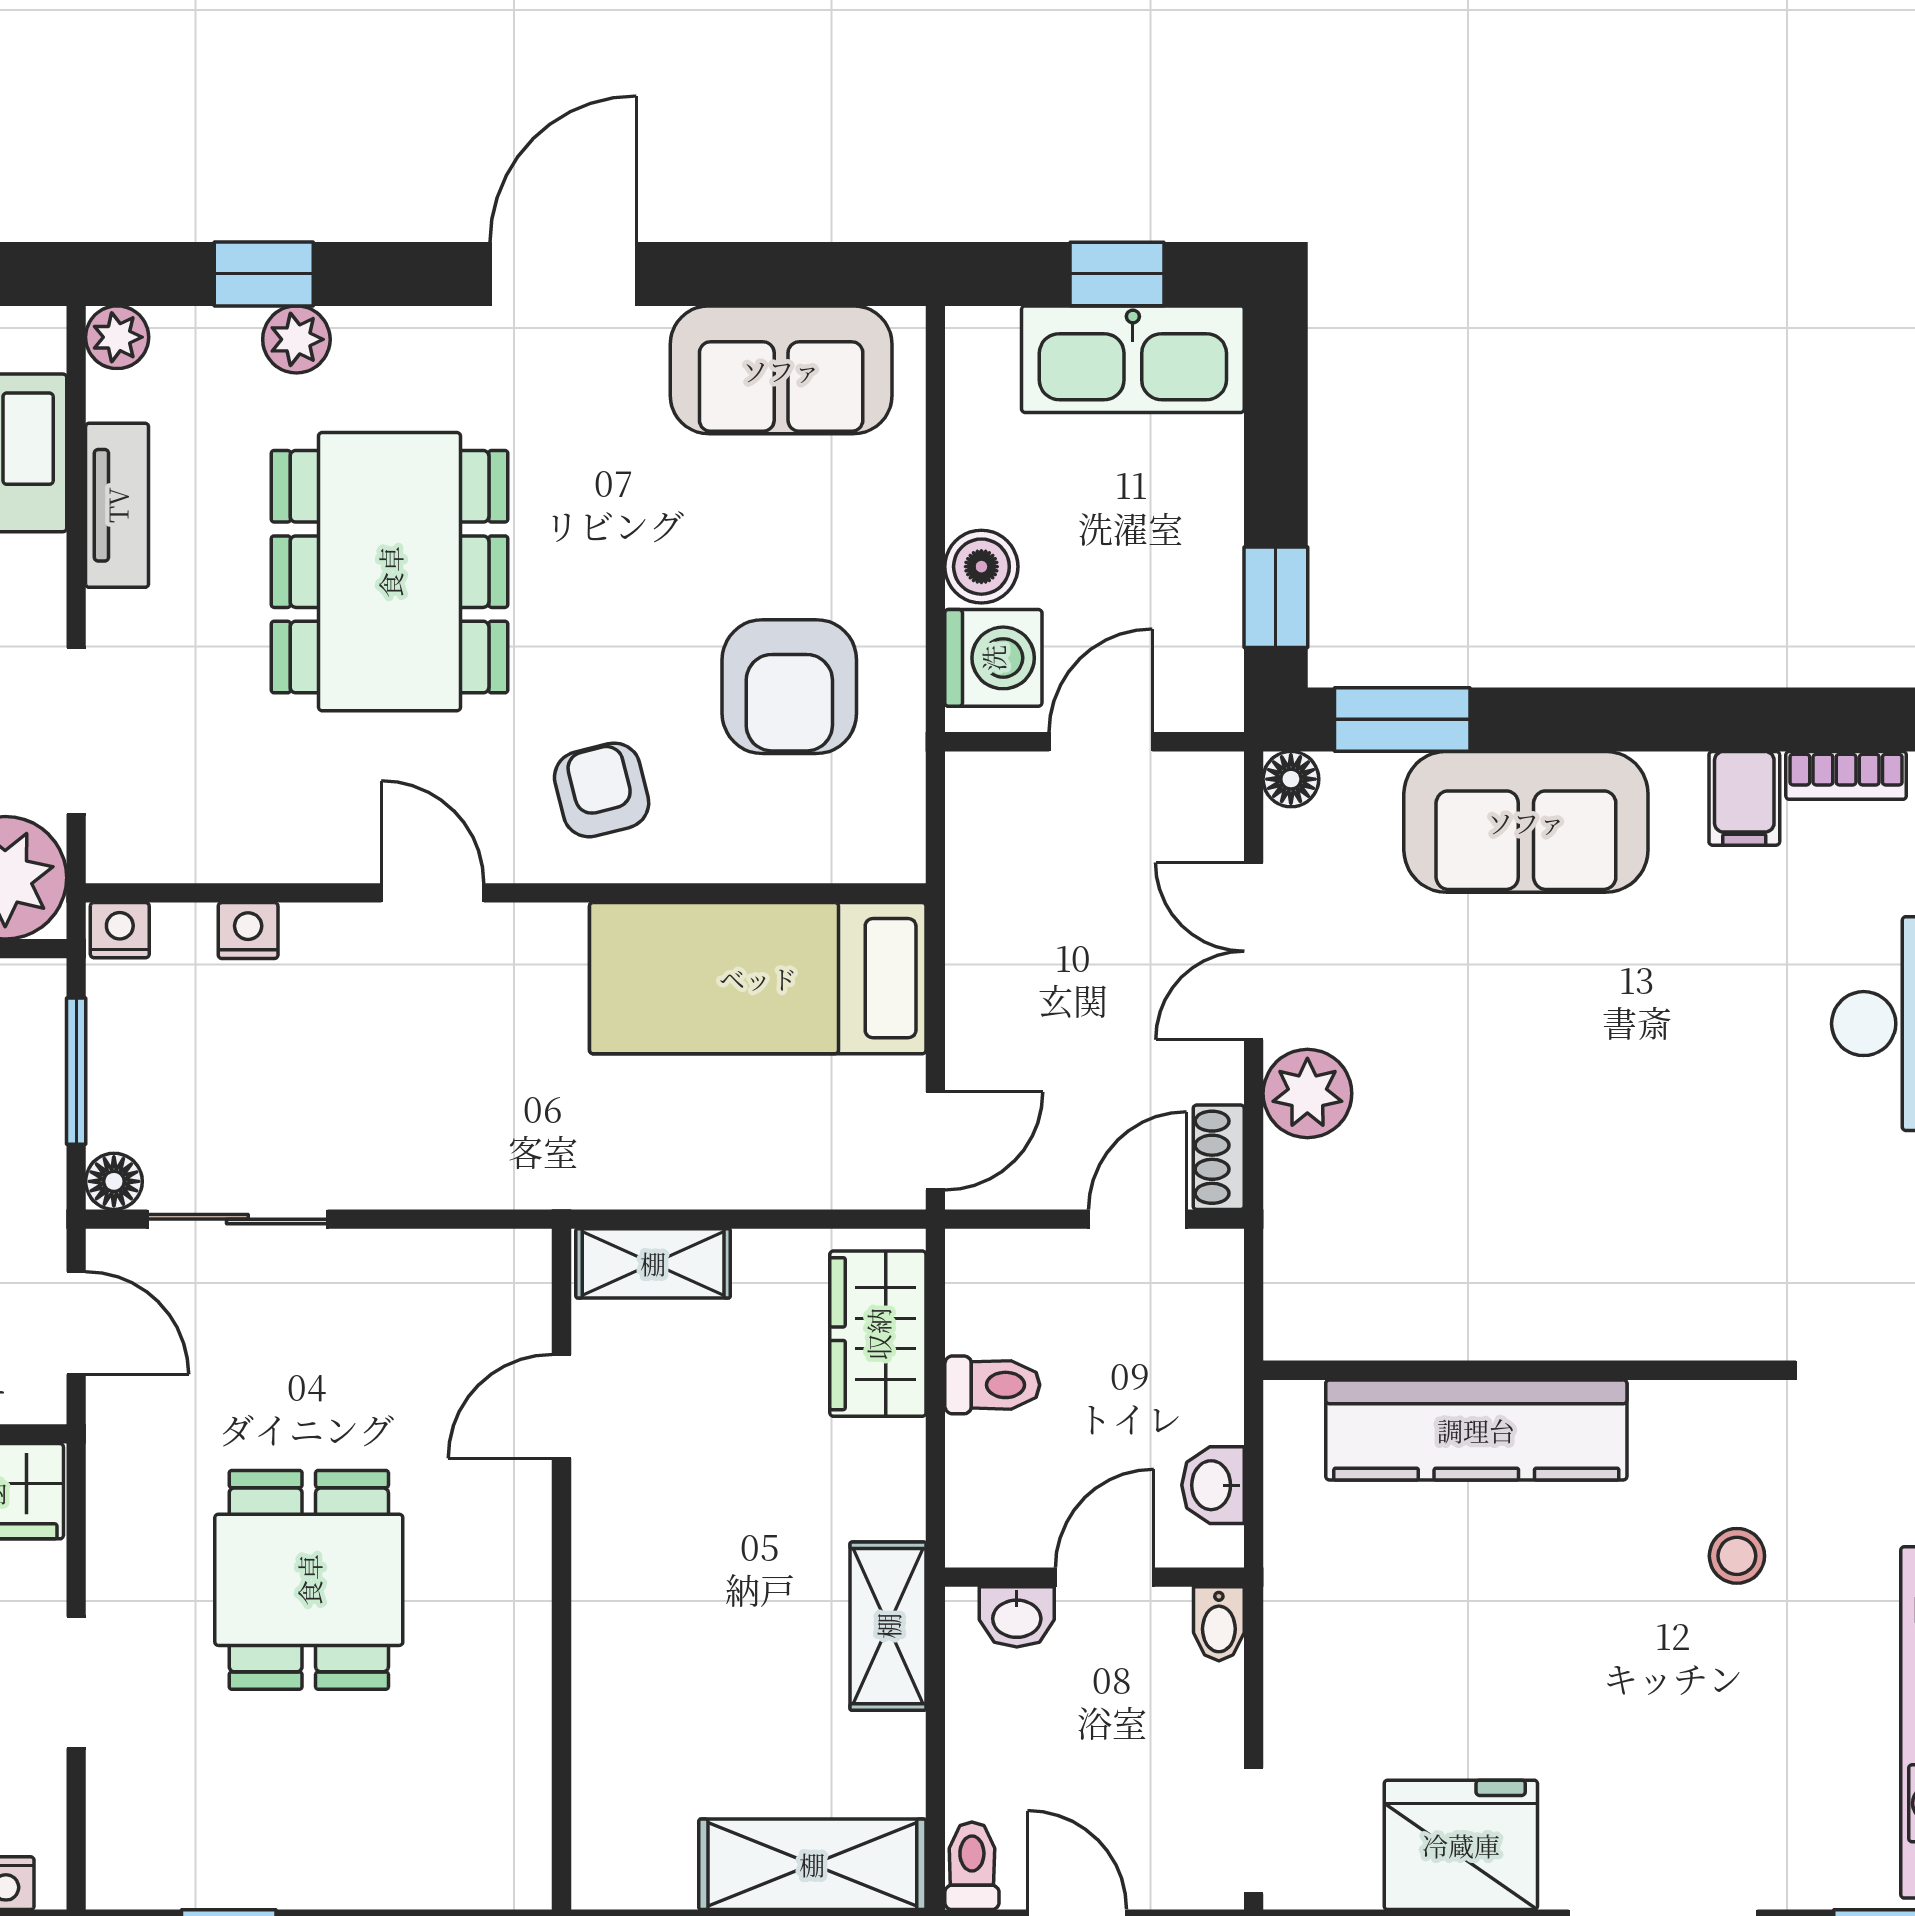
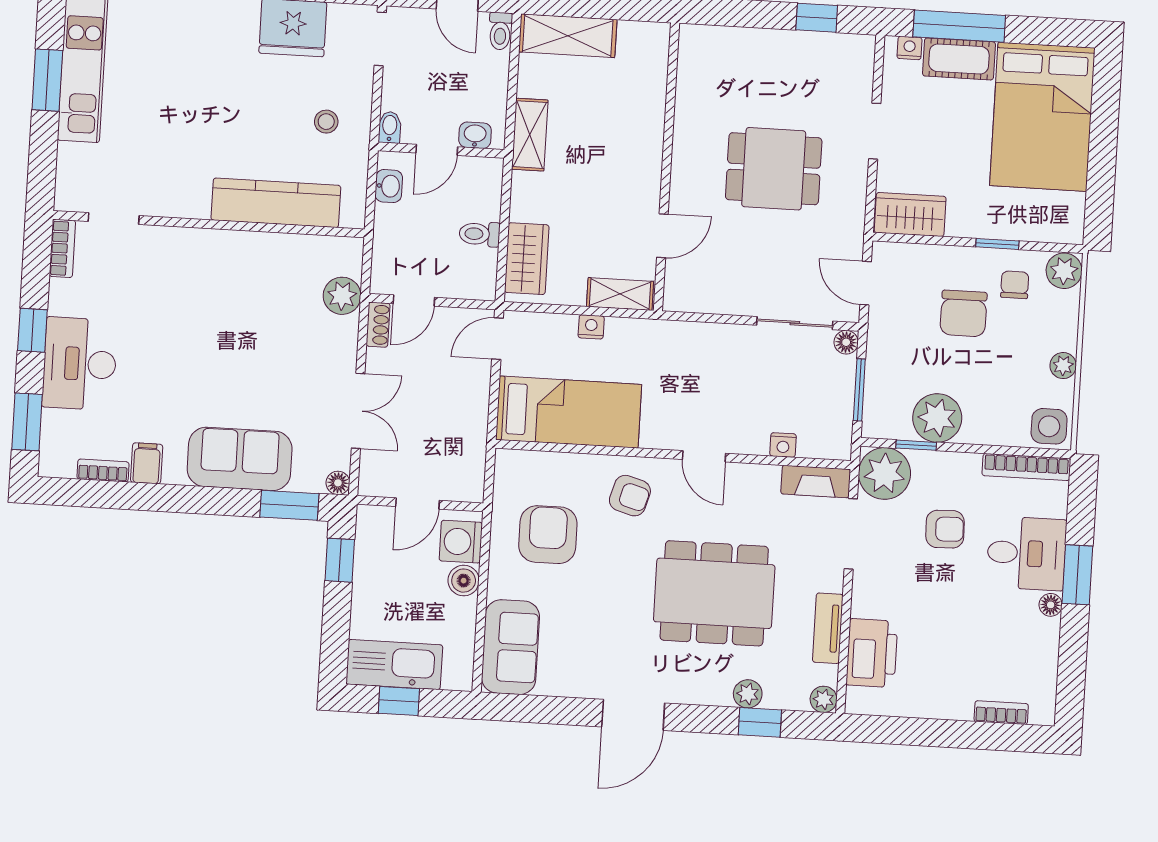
sofa: (781, 370) -> (510, 647), moved, turned 90
dining table: (390, 572) -> (714, 593), turned 90
armchair: (602, 790) -> (630, 496), turned -60
fireplace: (166, 849) -> (816, 482), added
nightstand: (120, 930) -> (591, 327), moved, turned 180
plant: (1307, 1094) -> (342, 296), moved
stool: (1737, 1556) -> (326, 122), moved
dining table: (309, 1580) -> (774, 169), turned 90

